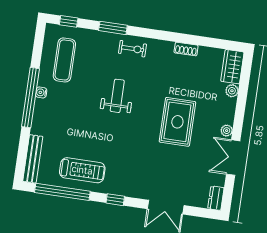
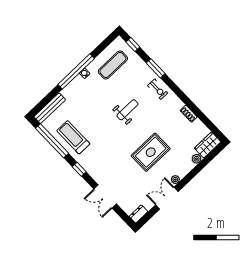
treadmill: (82, 170) -> (73, 137), turned 180

